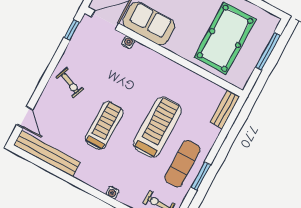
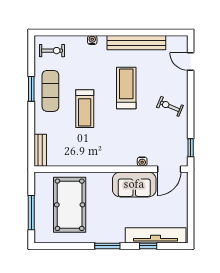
treadmill: (104, 125) -> (126, 88), turned 180
treadmill: (157, 127) -> (85, 109), width x0.73, depth x0.73
bench: (47, 154) -> (136, 43), moved

